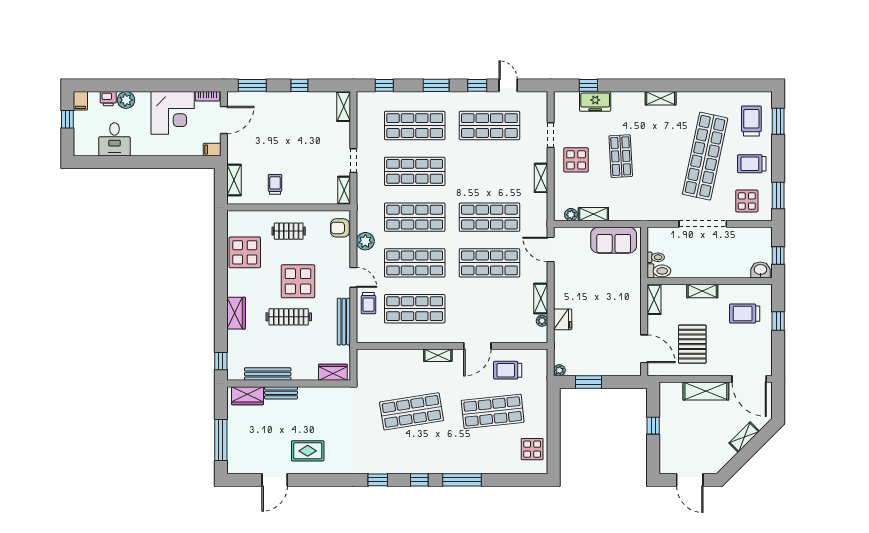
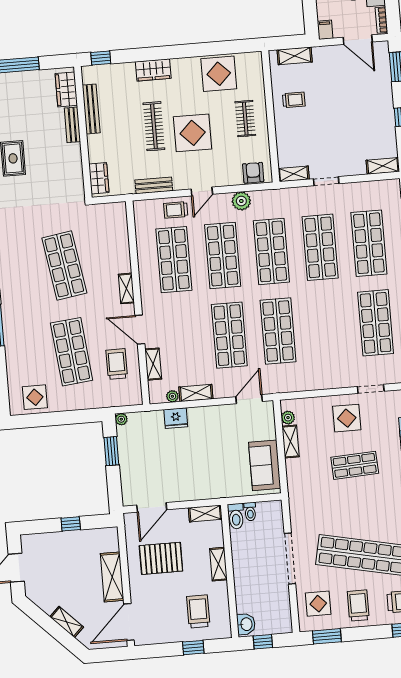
shelving: (541, 178) -> (153, 364), moved, turned 90
bench: (344, 322) -> (154, 185), width x0.73

